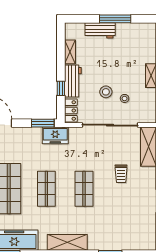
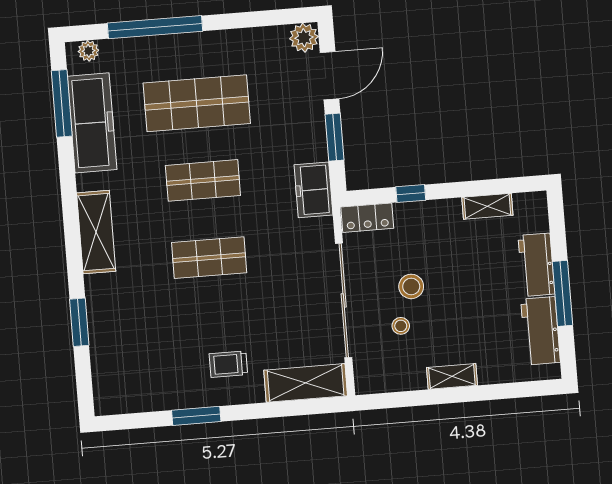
workbench: (73, 81) -> (541, 331), moved, turned 90
window: (43, 123) -> (334, 137), moved
trolley: (121, 174) -> (228, 364), moved

